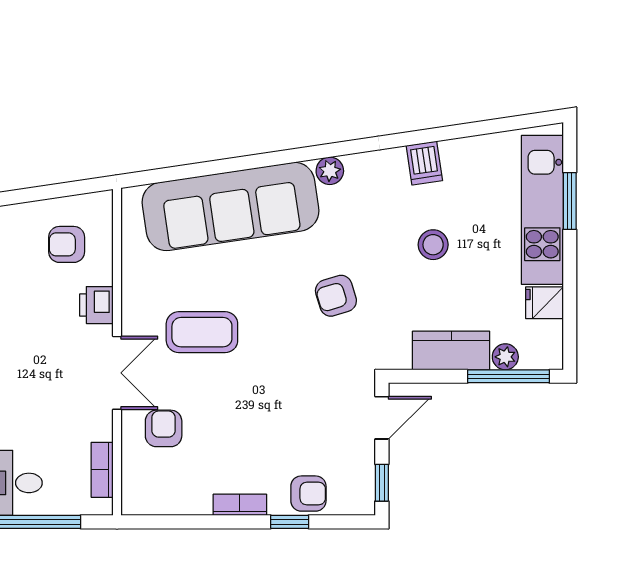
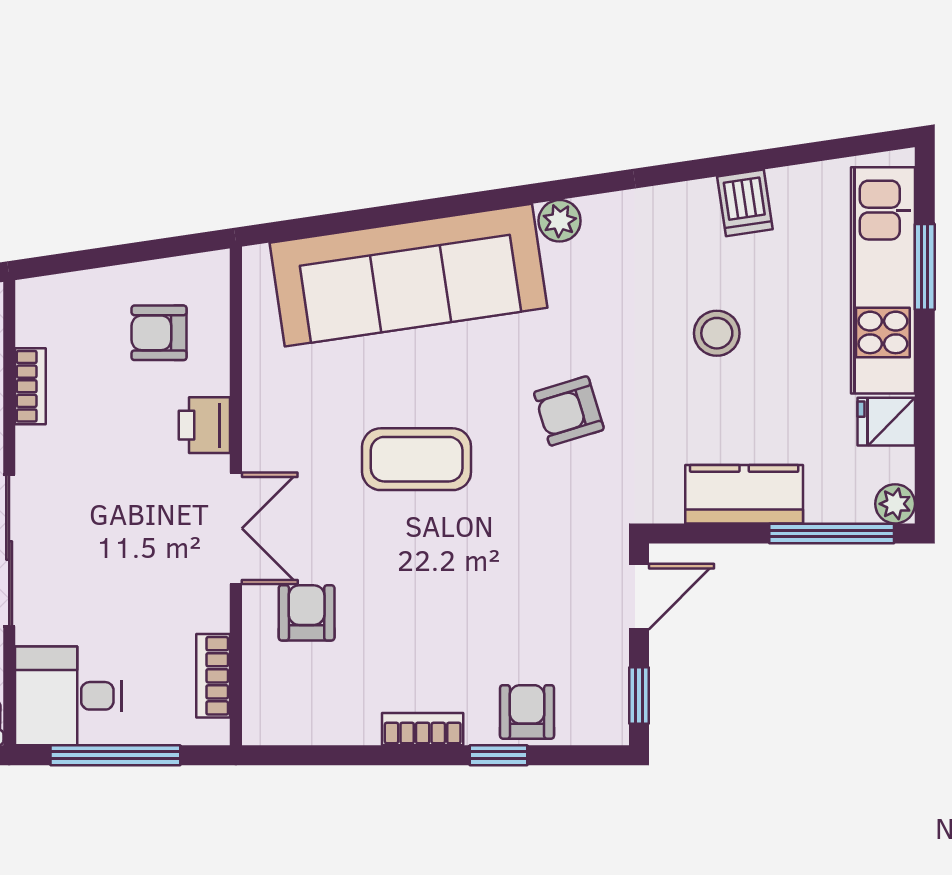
dishwasher: (424, 163) -> (745, 203), moved
coffee table: (202, 332) -> (417, 459), moved
plant: (505, 357) -> (895, 504), moved
armchair: (308, 494) -> (527, 712), turned -90

